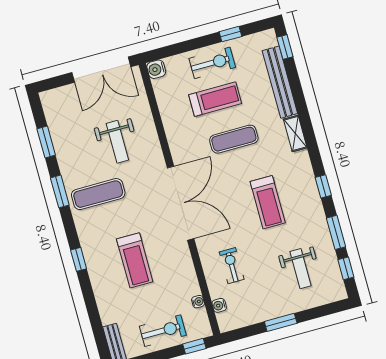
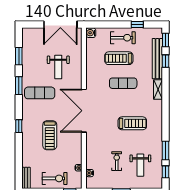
treadmill: (215, 99) -> (119, 58), turned 180
window: (323, 186) -> (165, 61), moved
treadmill: (268, 202) -> (132, 123), turned -90
double door: (181, 203) -> (84, 111), swing flipped
exercise bike: (232, 266) -> (117, 161), moved

